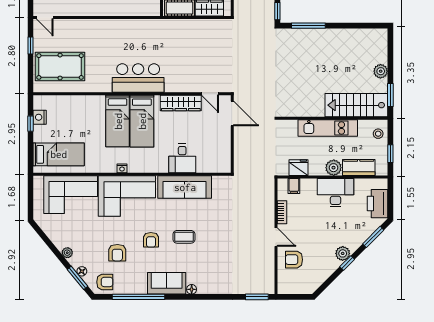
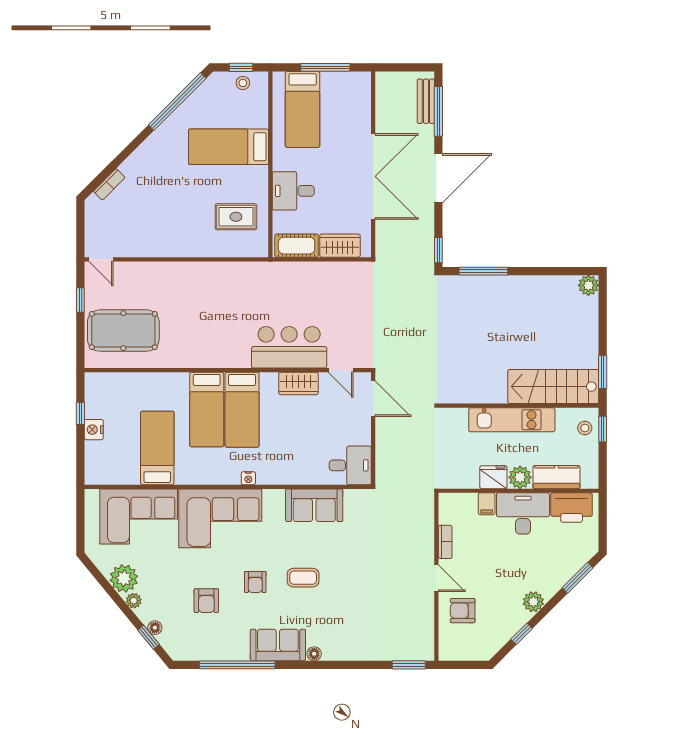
plant: (381, 71) -> (588, 285), moved
bar counter: (138, 78) -> (289, 347), moved
wardrobe: (181, 103) -> (298, 383), width x0.67
nightstand: (40, 117) -> (94, 430), moved
bed: (59, 154) -> (157, 448), moved, turned -90
window: (390, 154) -> (603, 429), moved
desk: (182, 158) -> (350, 465), moved, turned -90
nightstand: (122, 168) -> (248, 478), moved
fridge: (299, 168) -> (493, 477), moved
filing cabinet: (294, 186) -> (487, 504), moved
sofa: (185, 187) -> (314, 505), width x0.73
printer: (378, 204) -> (572, 508), moved, turned -90
plant: (60, 237) -> (124, 578), added
window: (347, 263) -> (522, 634), moved
window: (77, 278) -> (149, 637), width x0.67
armchair: (105, 282) -> (188, 643), removed

